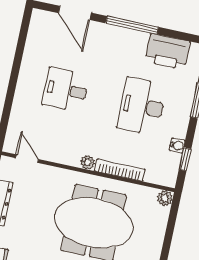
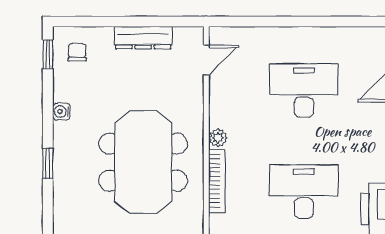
desk: (66, 90) -> (304, 90), width x1.37

